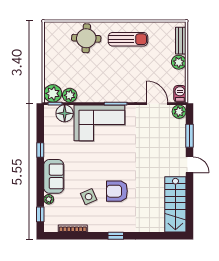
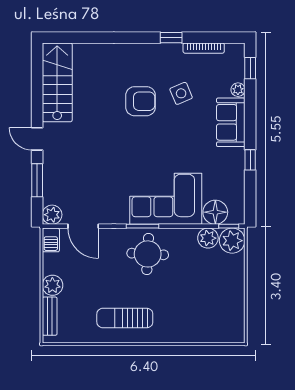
round table: (86, 38) -> (148, 254), moved
window: (116, 236) -> (171, 38), moved

